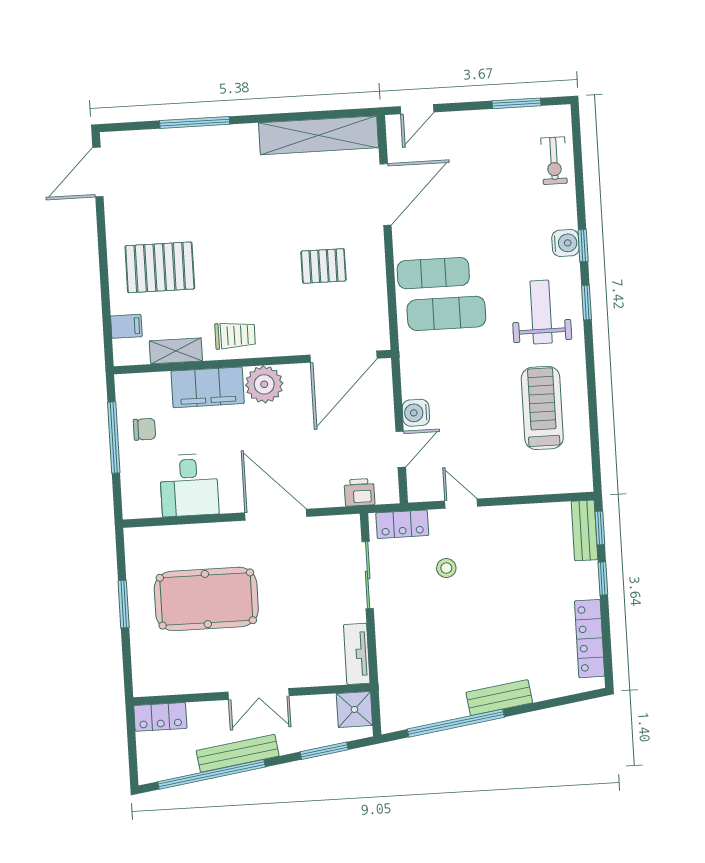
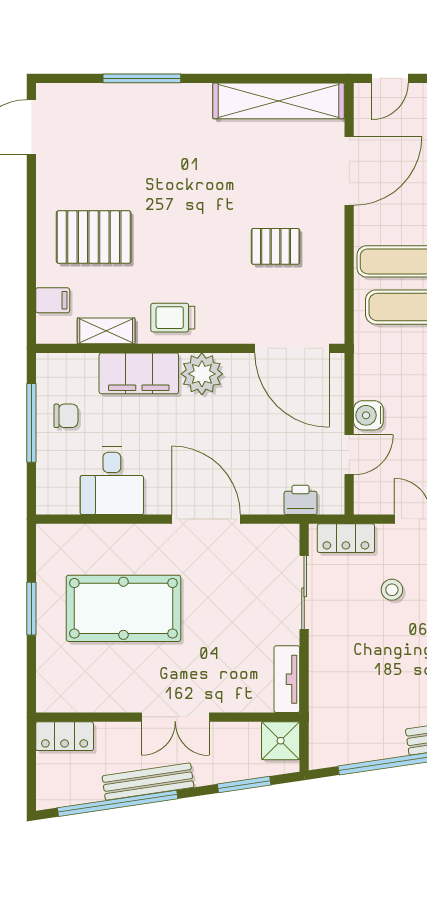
trolley: (235, 335) -> (173, 318), turned 180
door: (344, 357) -> (292, 348), hinge flipped

